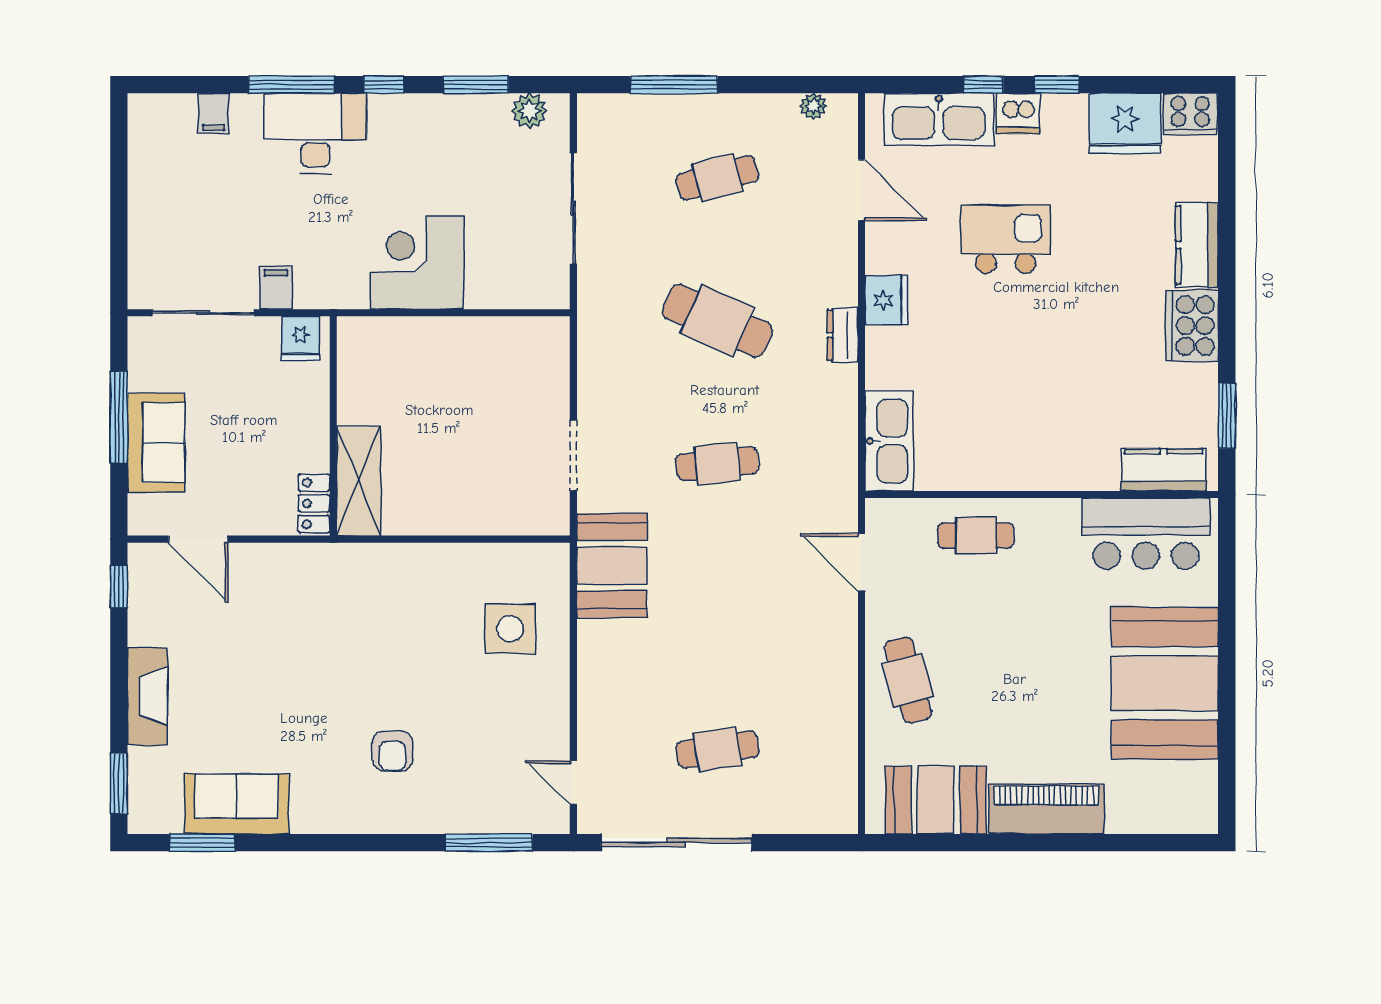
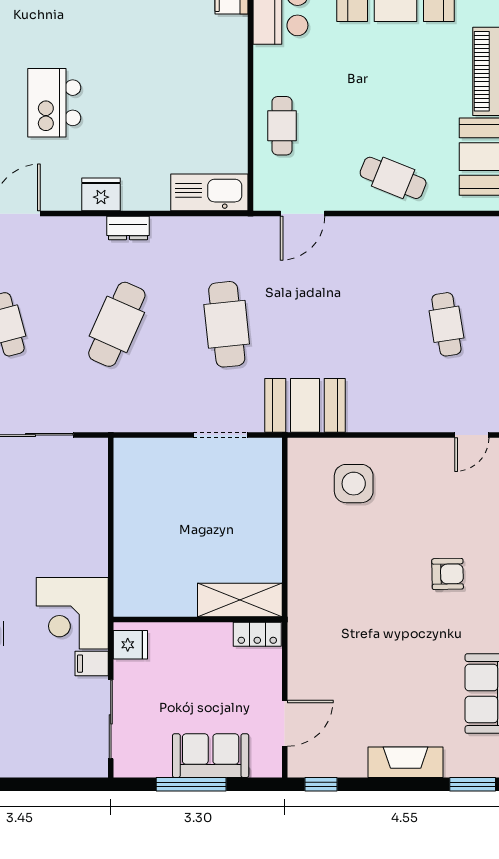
corner desk: (417, 263) -> (72, 613), moved
cafe table: (717, 464) -> (227, 324), width x1.37, depth x1.35
cafe table: (908, 680) -> (393, 178), turned 37

